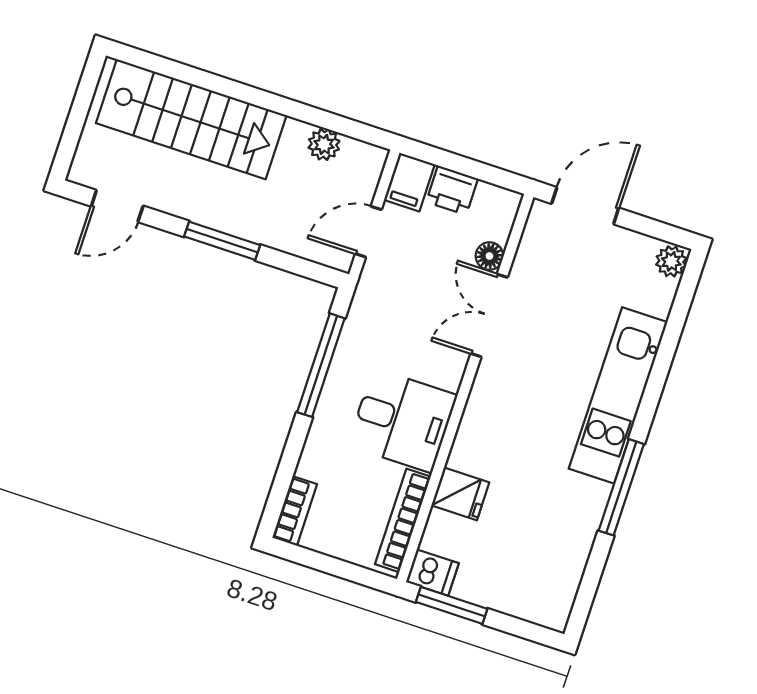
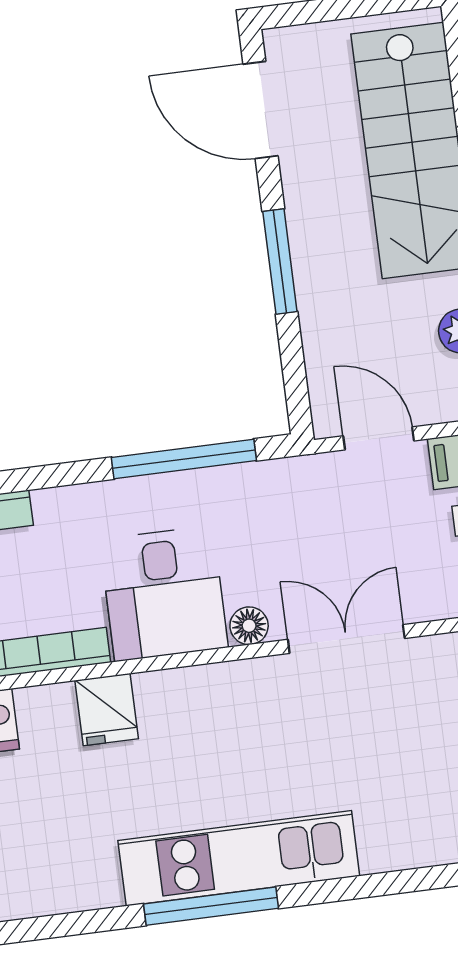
door: (117, 206) -> (261, 110), width x1.38
floor lamp: (489, 256) -> (249, 626), moved
kitchen unit: (618, 395) -> (239, 858), moved

